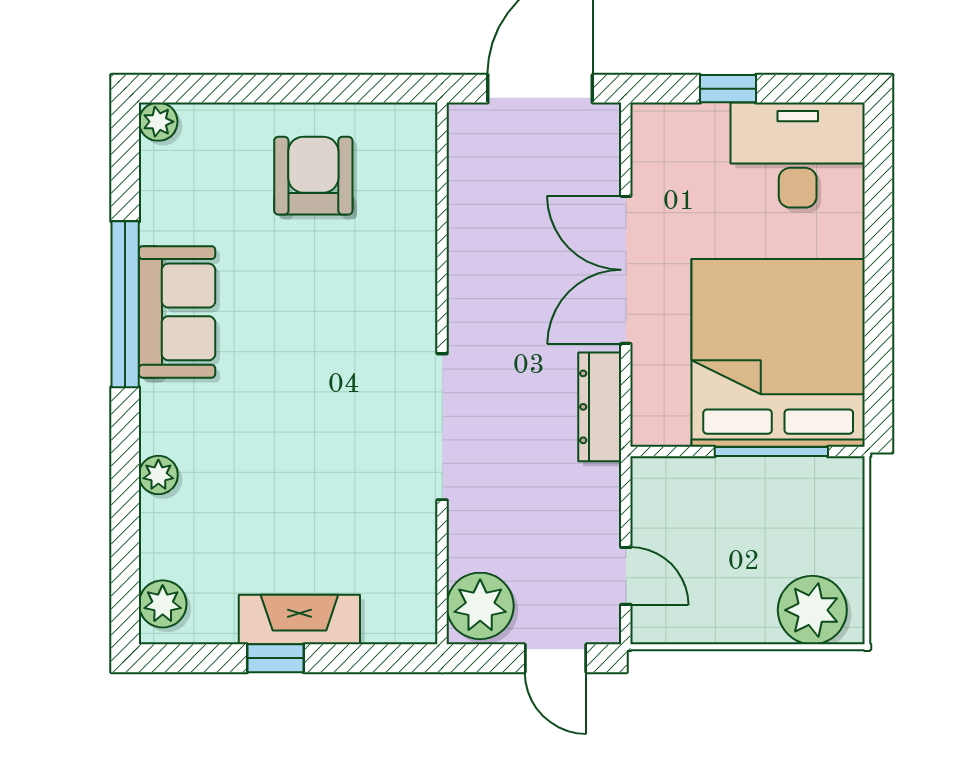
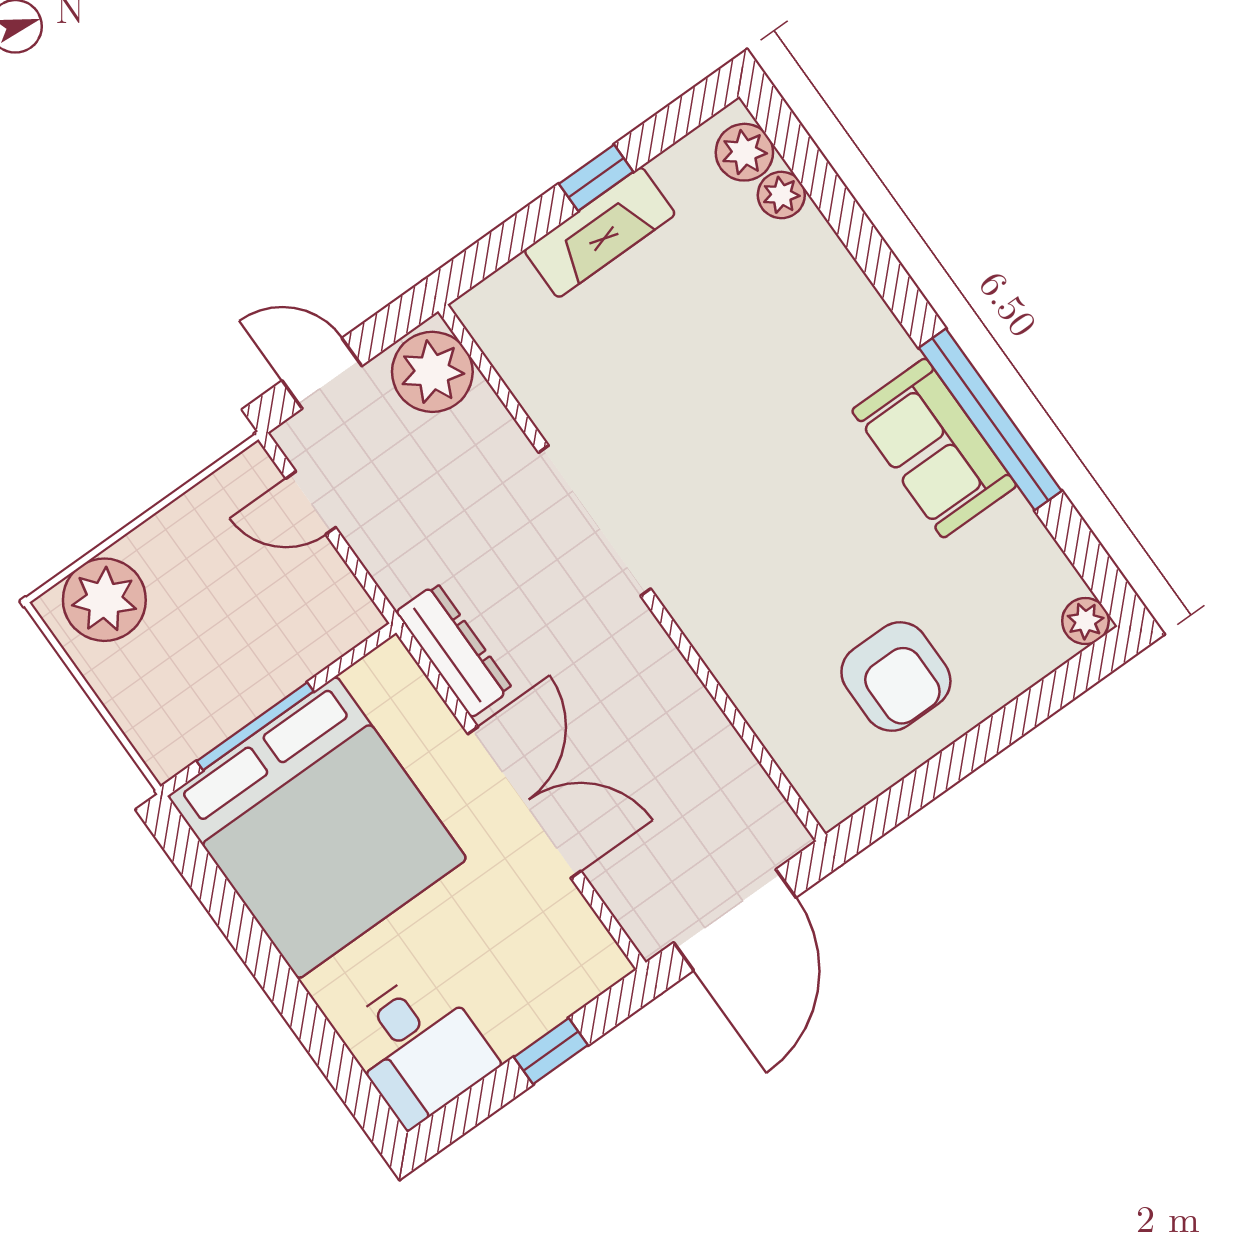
desk: (798, 155) -> (418, 1047), width x0.73
plant: (158, 475) -> (781, 195), moved

